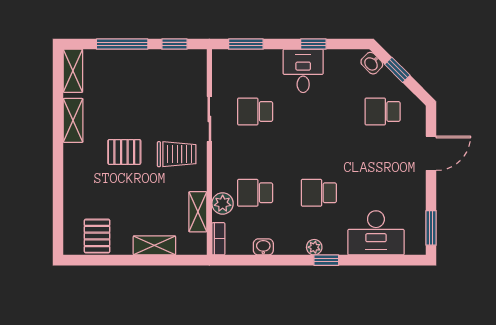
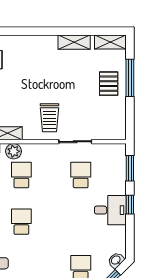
window: (174, 44) -> (130, 116), removed
window: (313, 44) -> (130, 205), moved
pallet: (124, 152) -> (109, 84), moved

